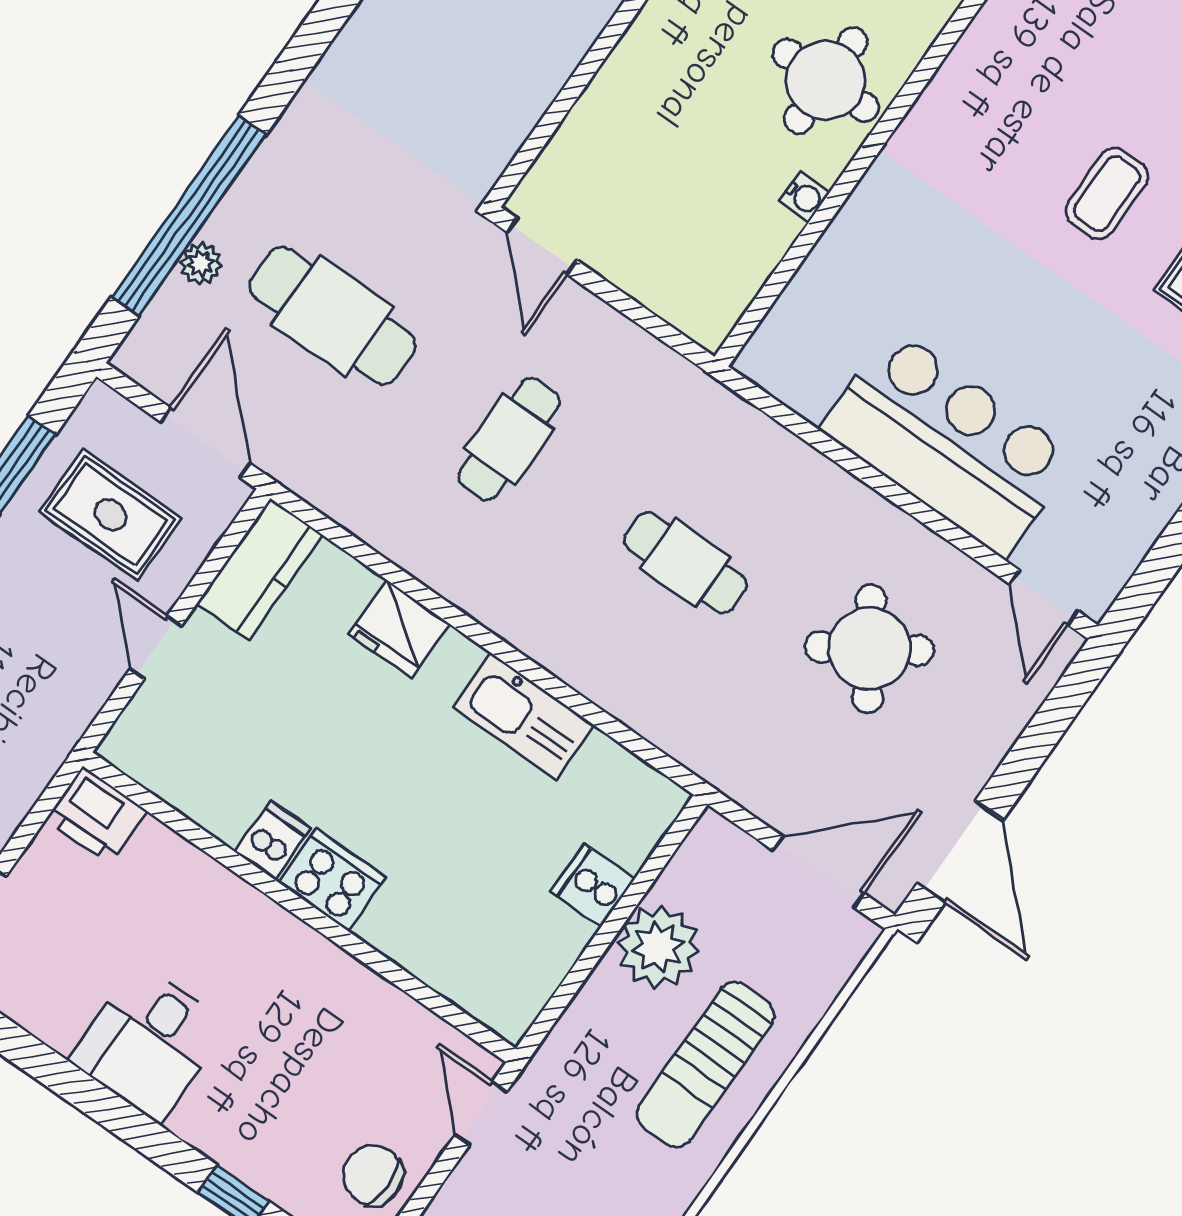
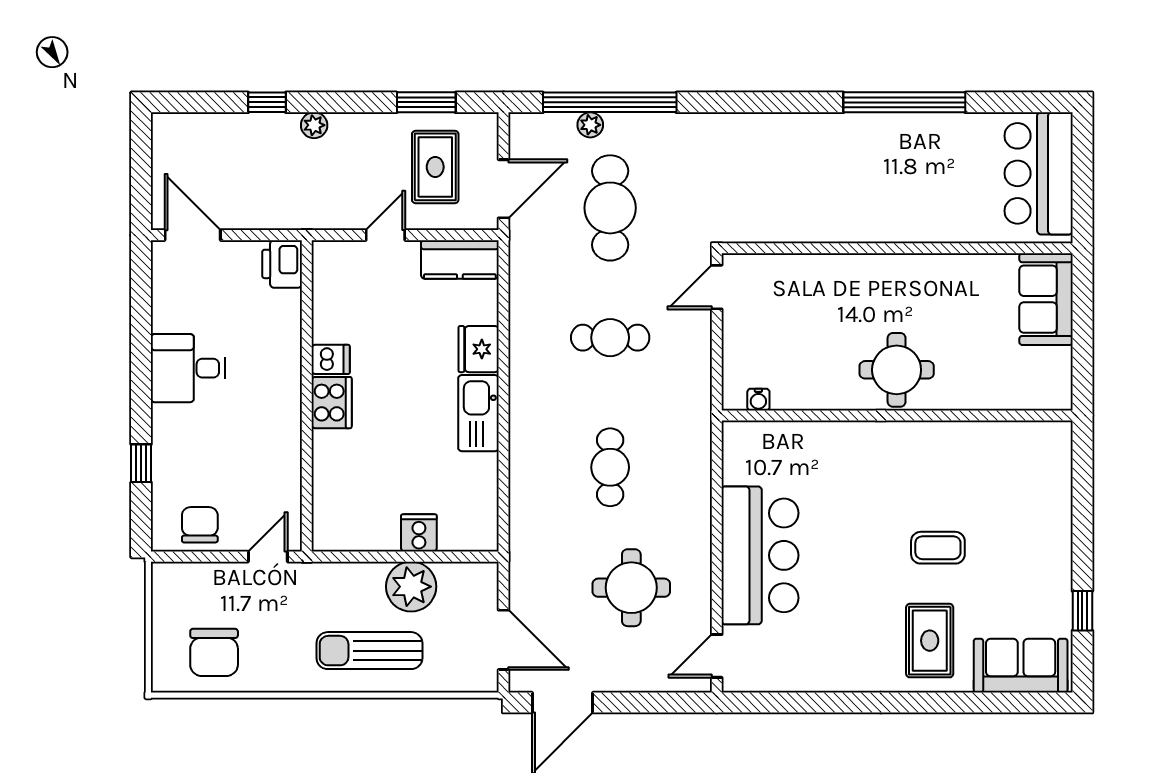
water cooler: (804, 197) -> (758, 400), moved
round table: (869, 649) -> (631, 588), turned 33
kitchen sink: (524, 716) -> (478, 413), moved

